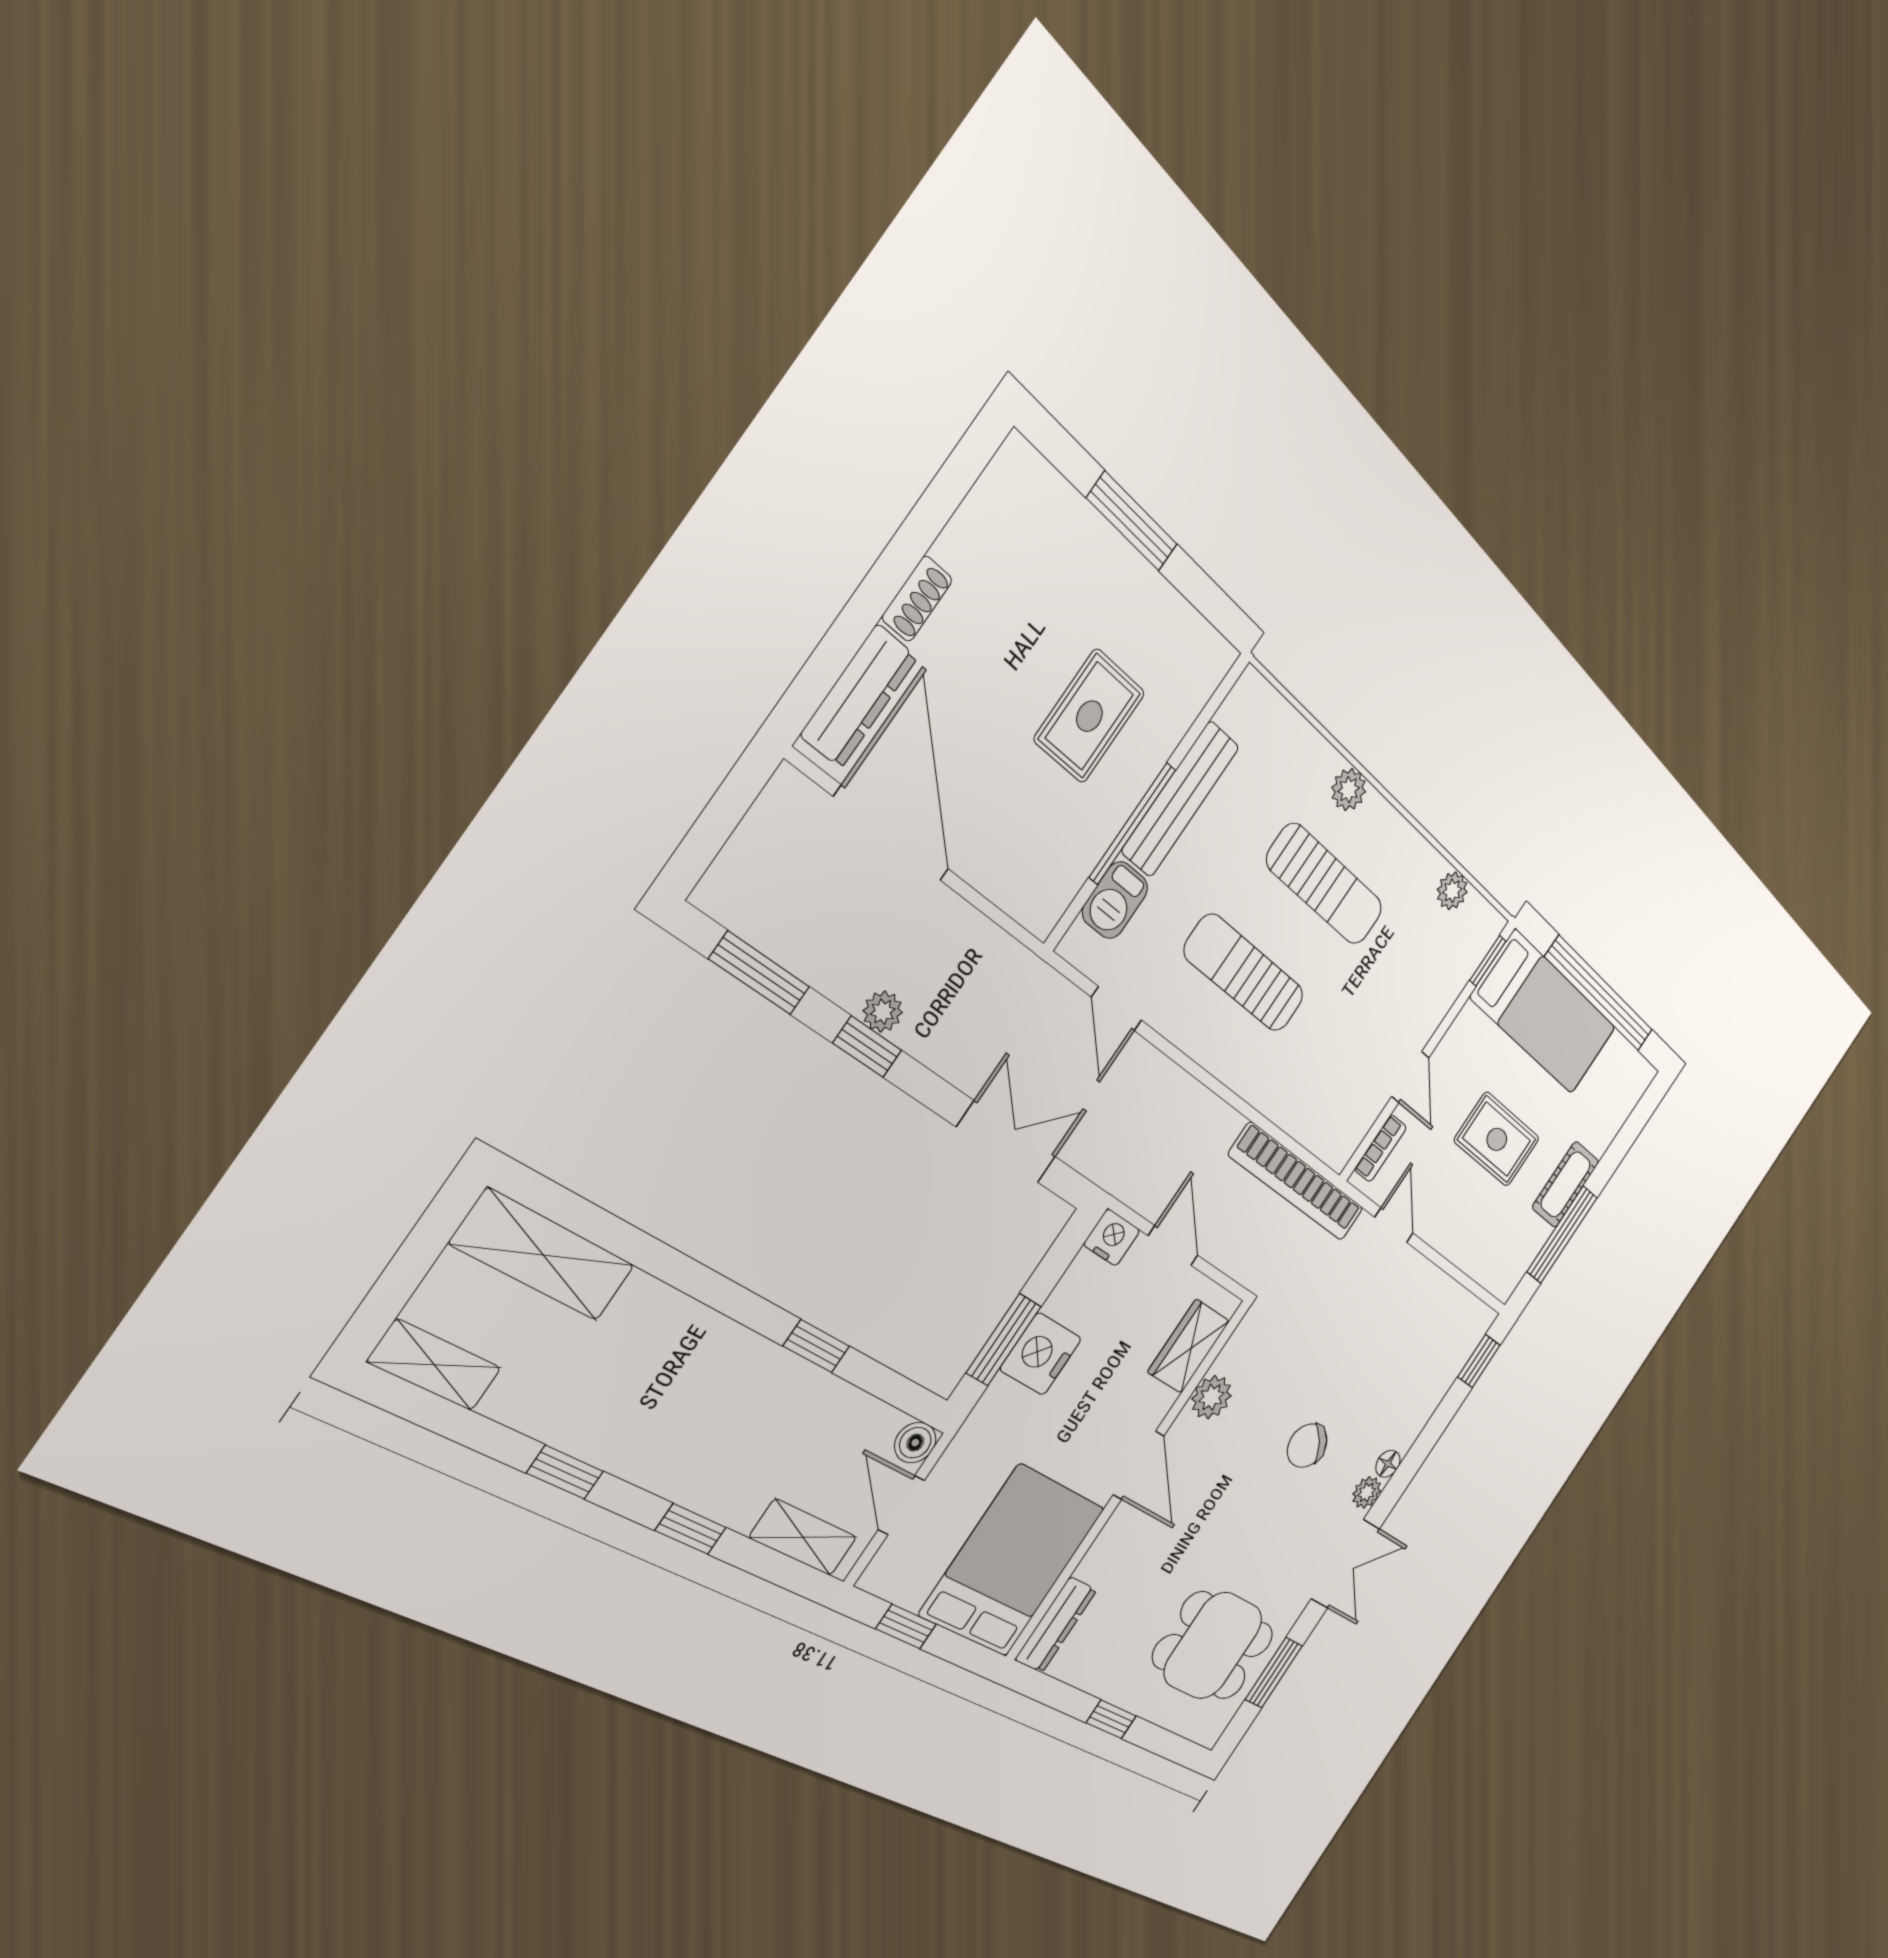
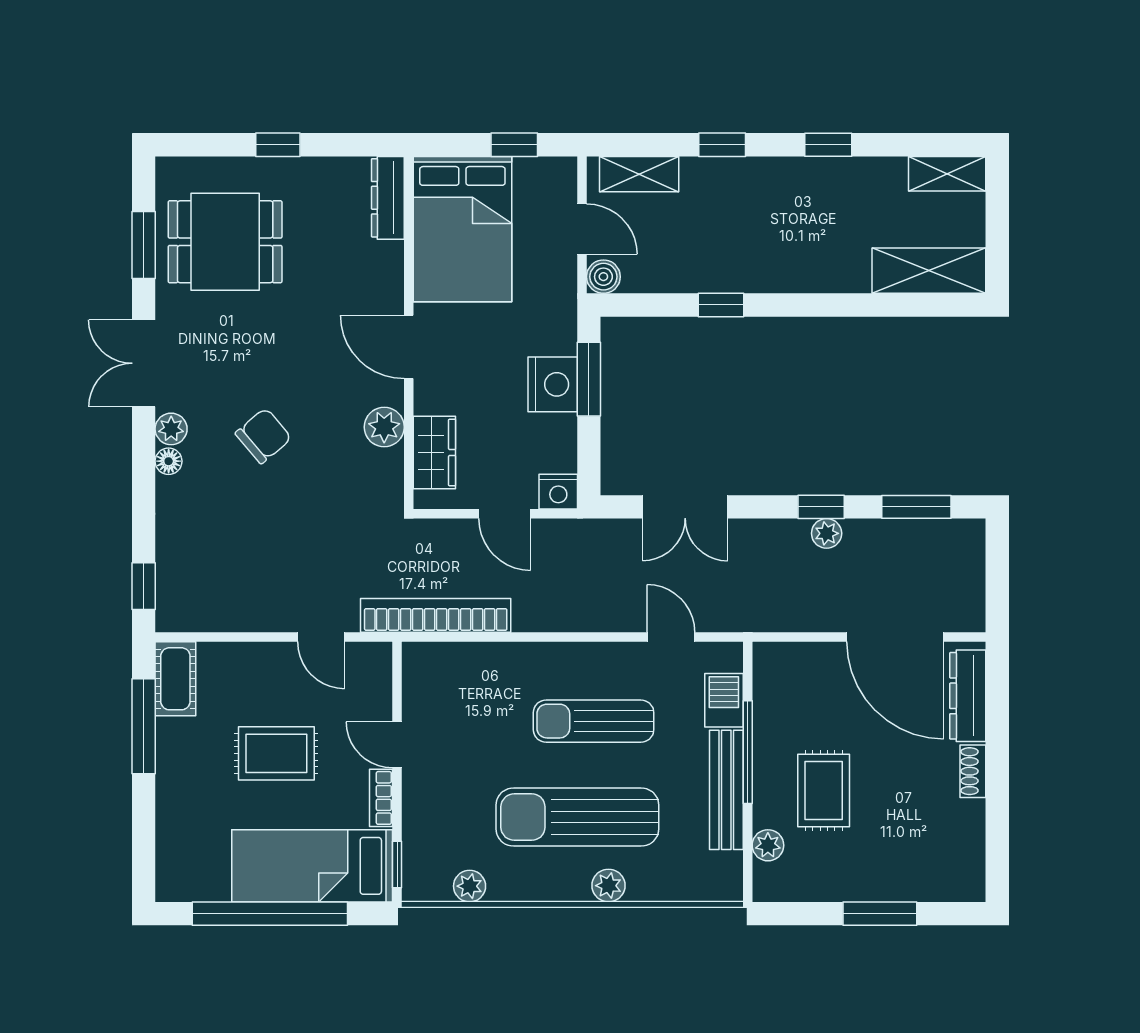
plant: (1184, 703) -> (768, 845), added
sun lounger: (1325, 884) -> (577, 817), width x1.36, depth x1.34
sun lounger: (1244, 973) -> (594, 721), turned 180
bookcase: (1381, 1148) -> (381, 798), moved
cot: (1566, 1184) -> (175, 679), moved

